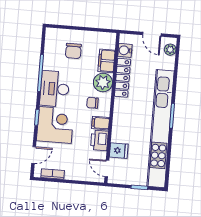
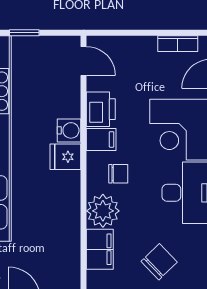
water cooler: (125, 50) -> (69, 130), moved
chair: (73, 51) -> (159, 262), turned 46
locker: (123, 78) -> (69, 222), removed
fridge: (119, 151) -> (65, 157), moved

